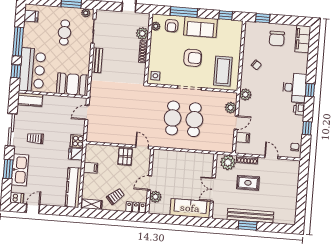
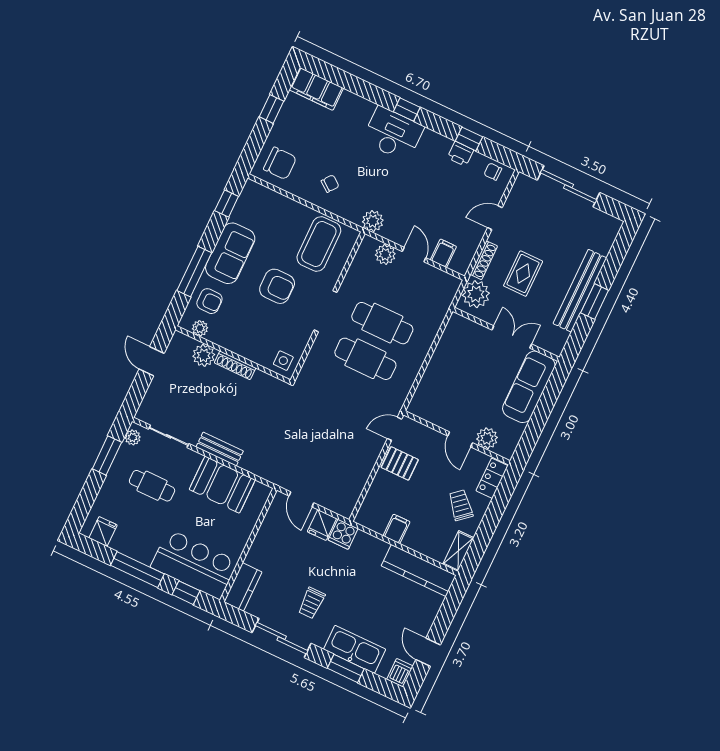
window: (263, 18) -> (271, 109), moved
chair: (277, 39) -> (280, 163), moved
armchair: (193, 58) -> (277, 286), turned 90
coffee table: (223, 71) -> (319, 244), turned 90
booth: (73, 84) -> (222, 485), moved, turned 90
printer: (299, 109) -> (460, 154), moved
fridge: (76, 154) -> (322, 525), moved
sliding door: (302, 189) -> (569, 186), added
double door: (213, 190) -> (512, 337), swing flipped

